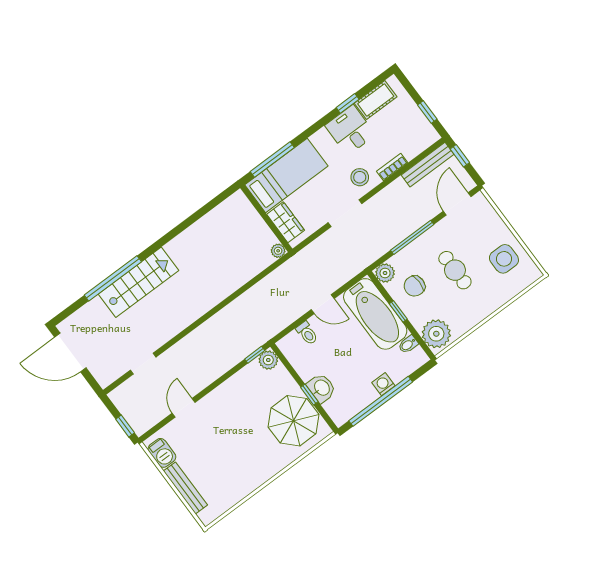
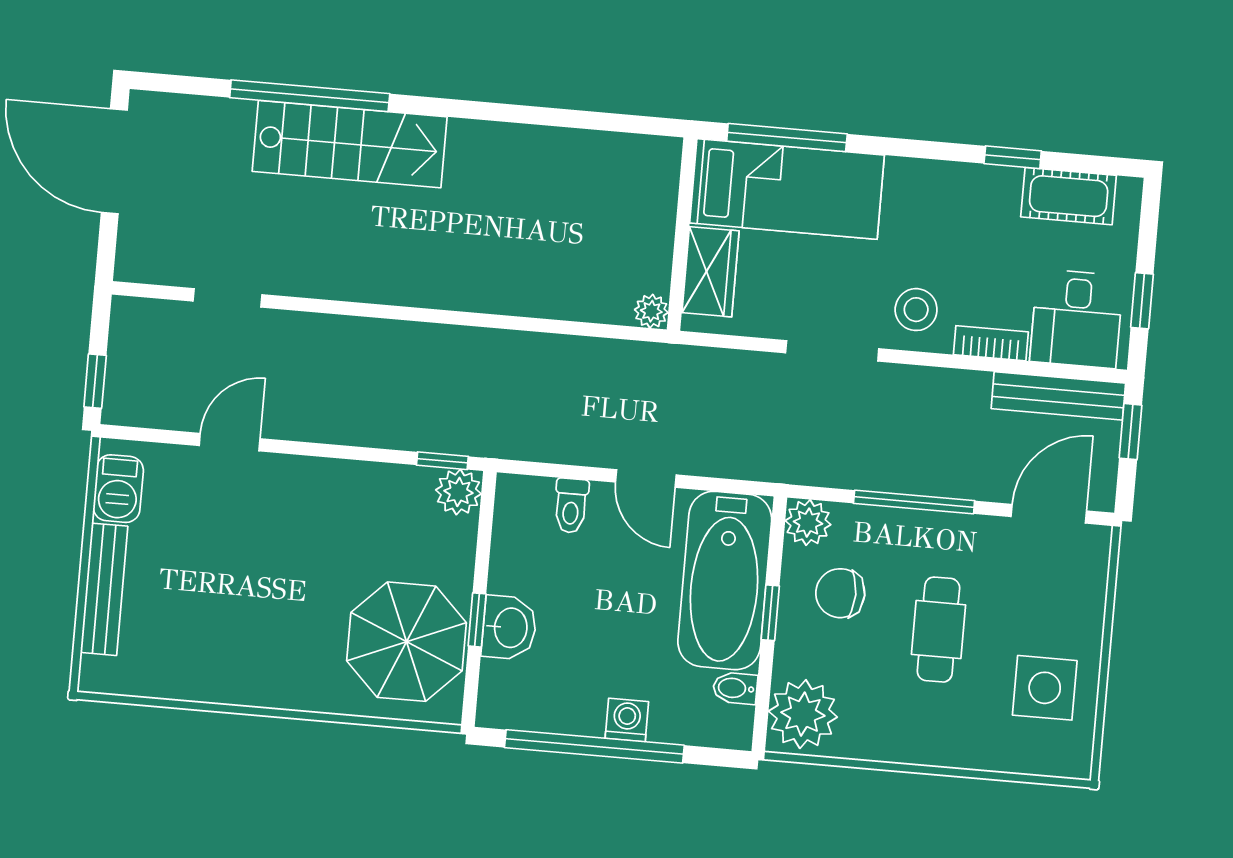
desk: (350, 130) -> (1077, 319), moved, turned 180

